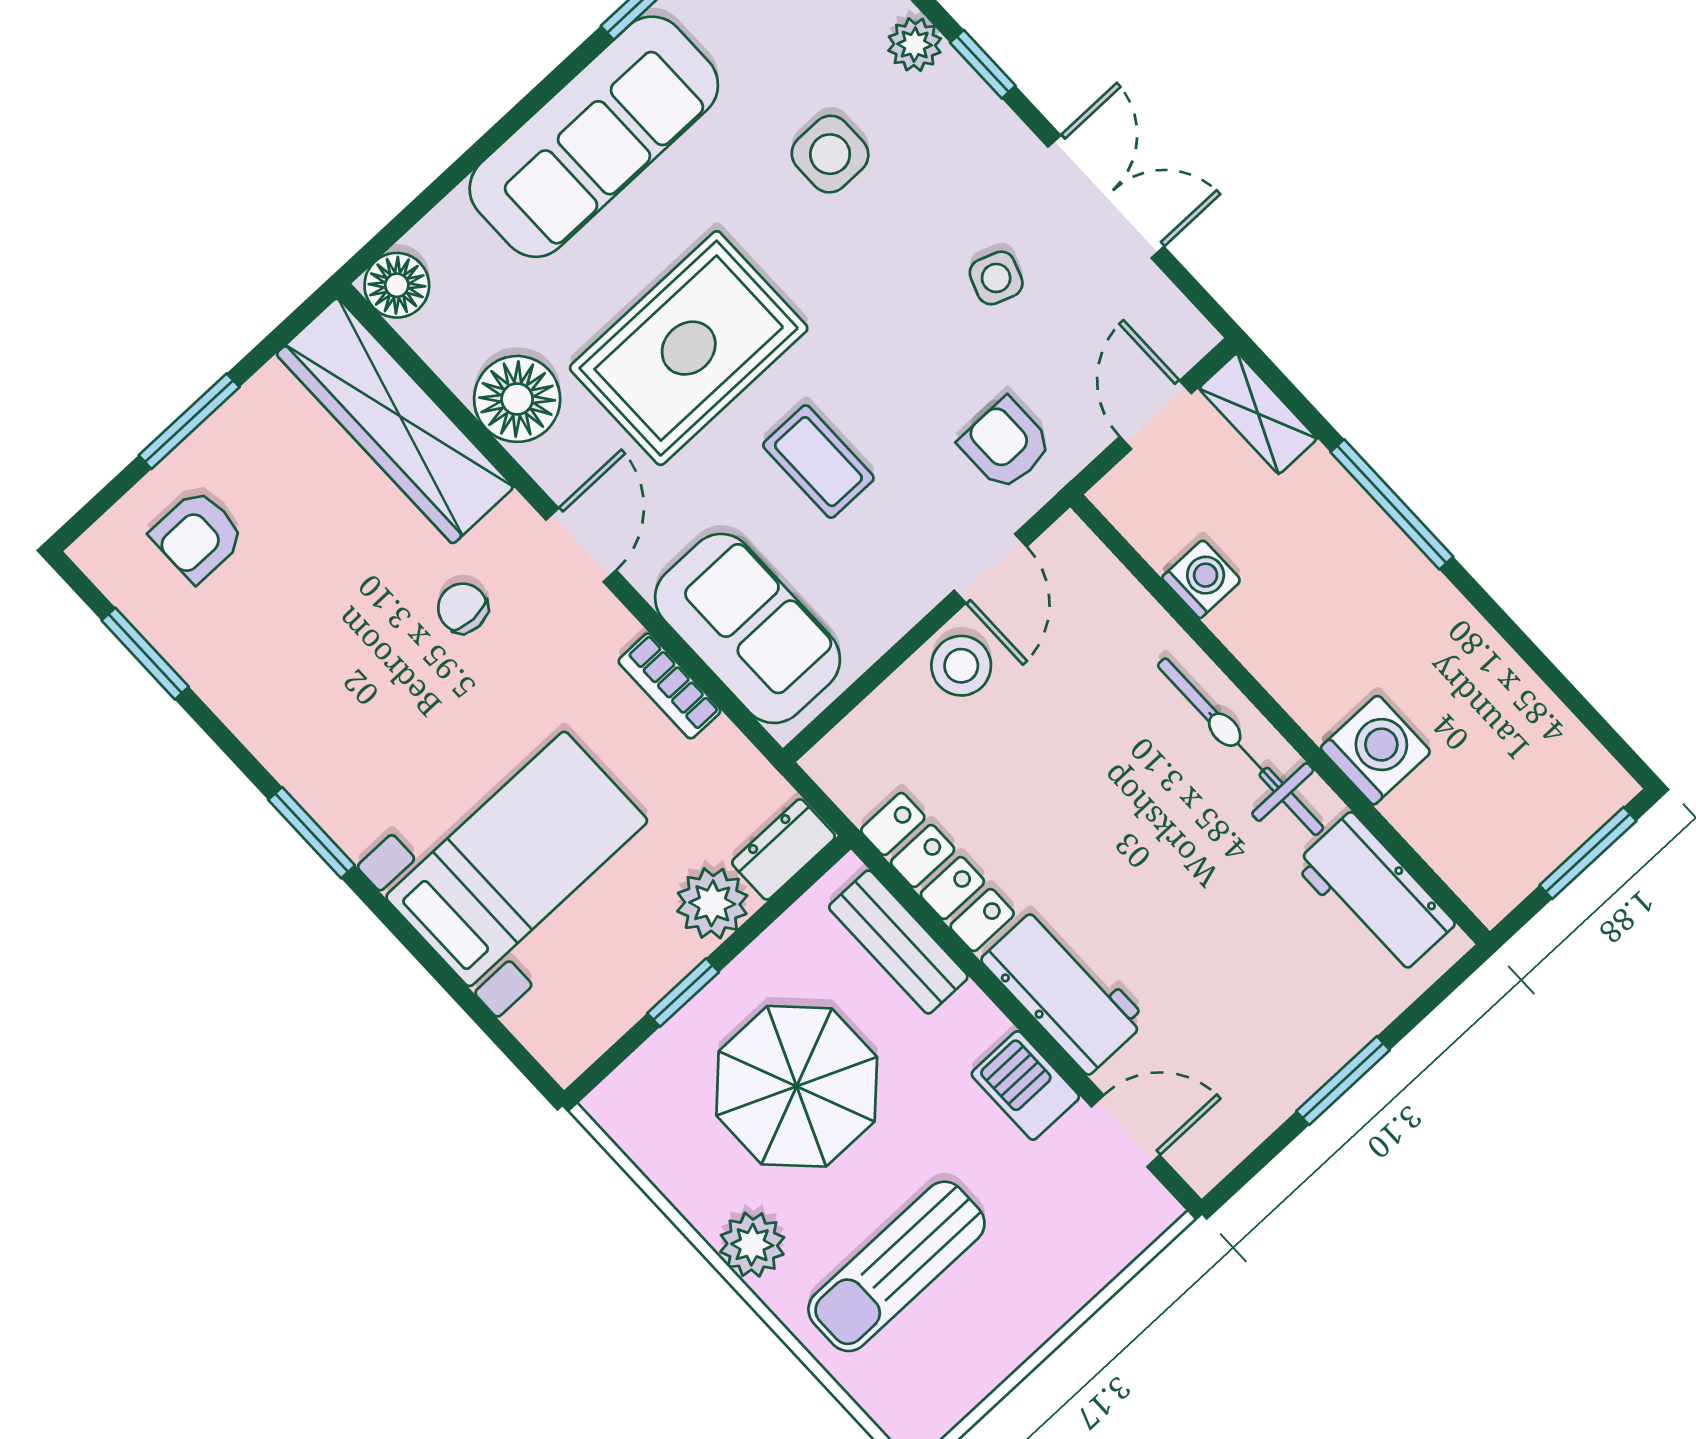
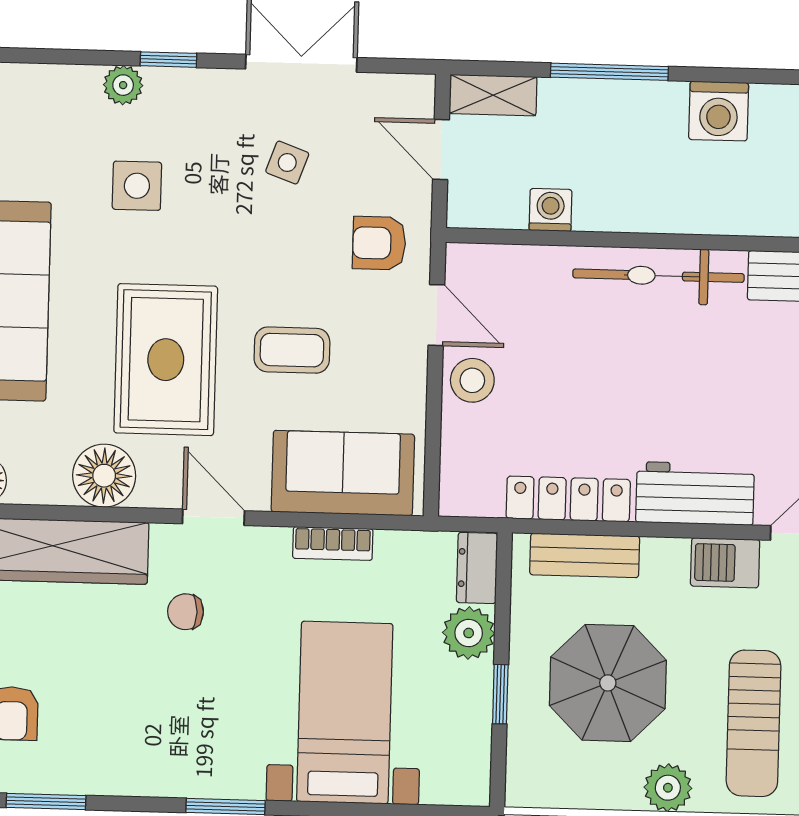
washing machine: (1376, 750) -> (719, 111), moved, turned 180

